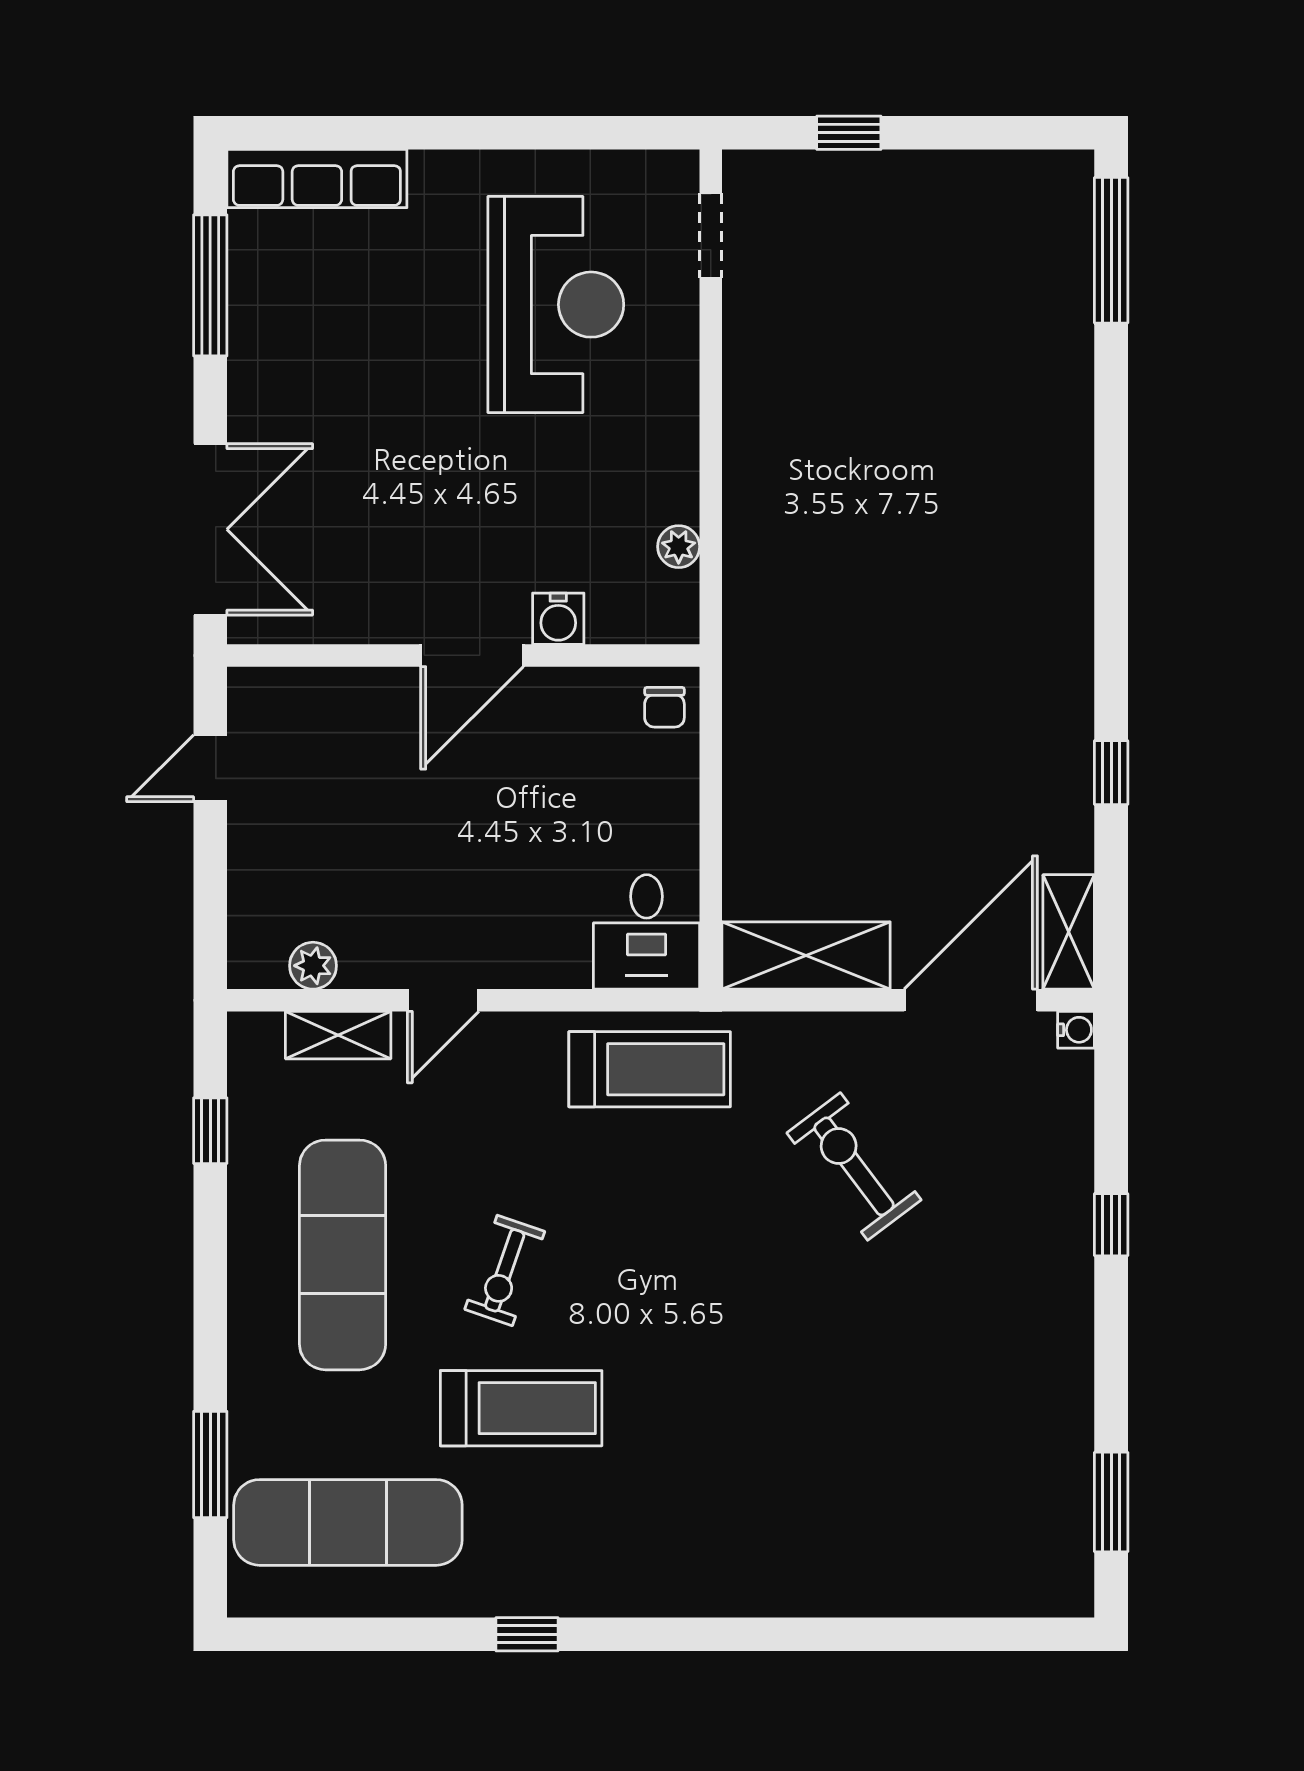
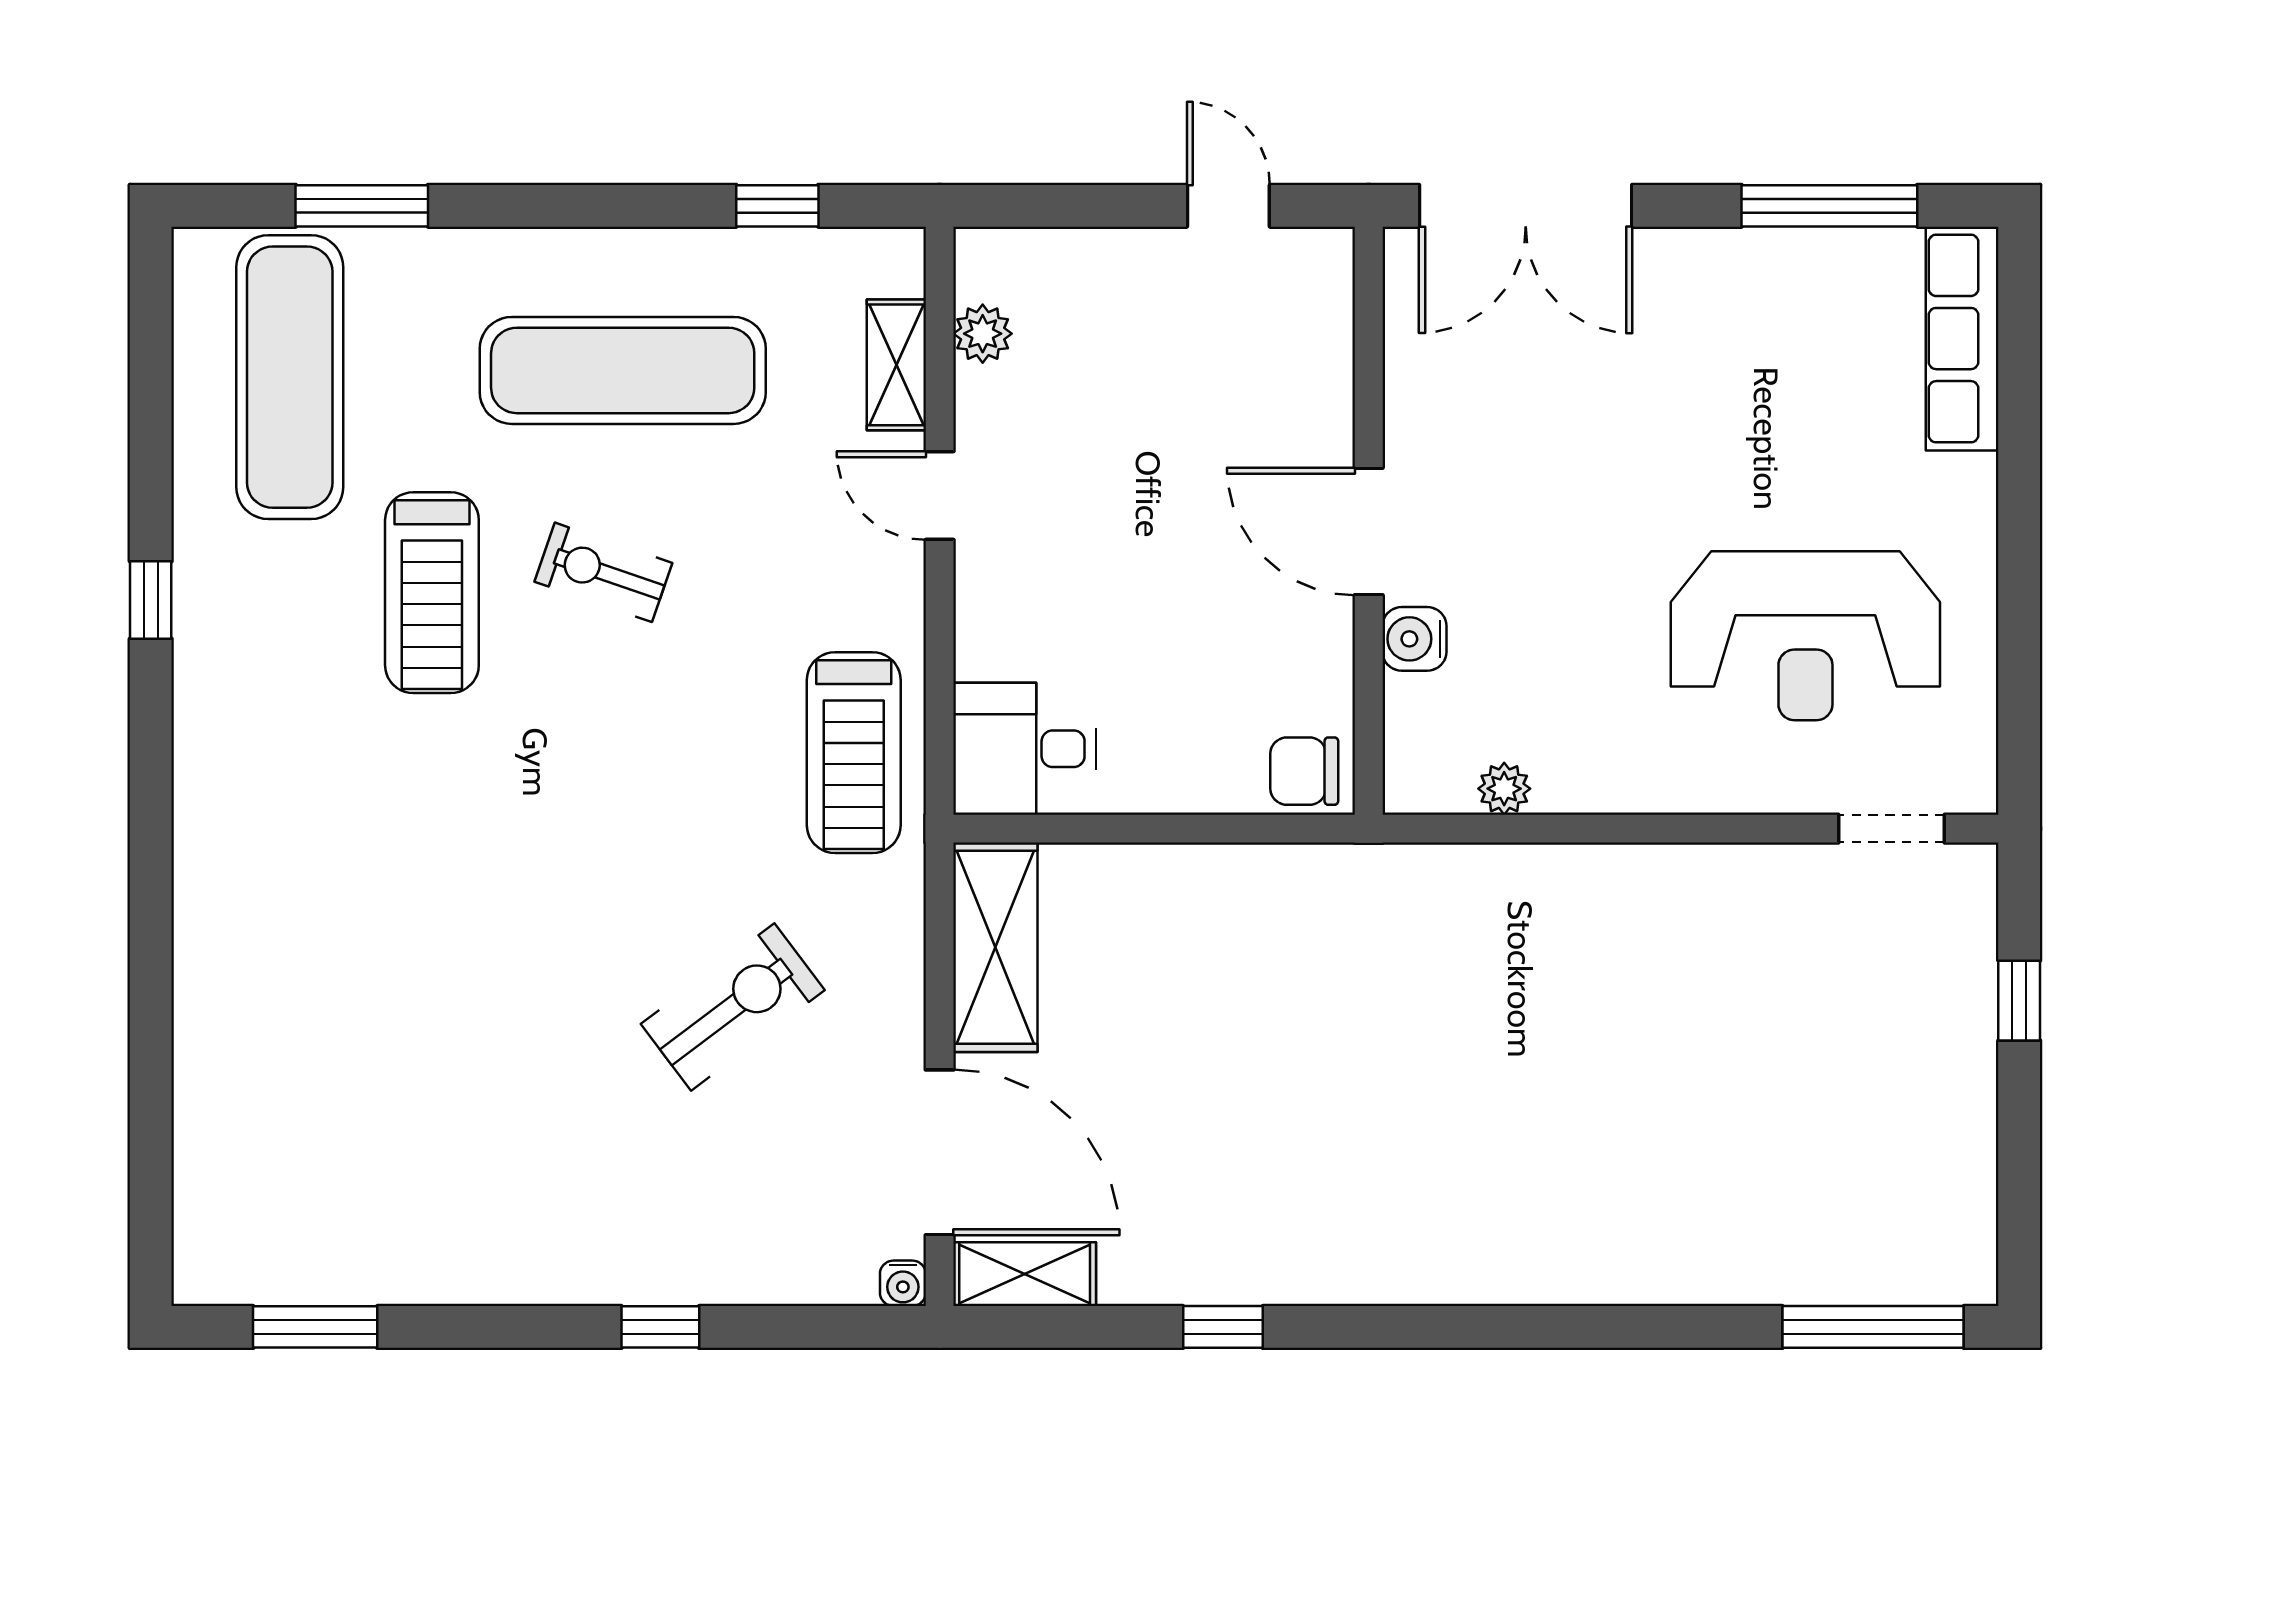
chair: (664, 707) -> (1304, 771), width x1.37, depth x1.37

